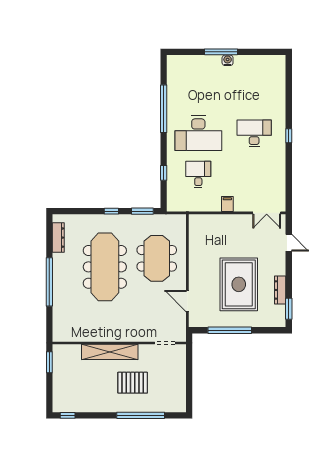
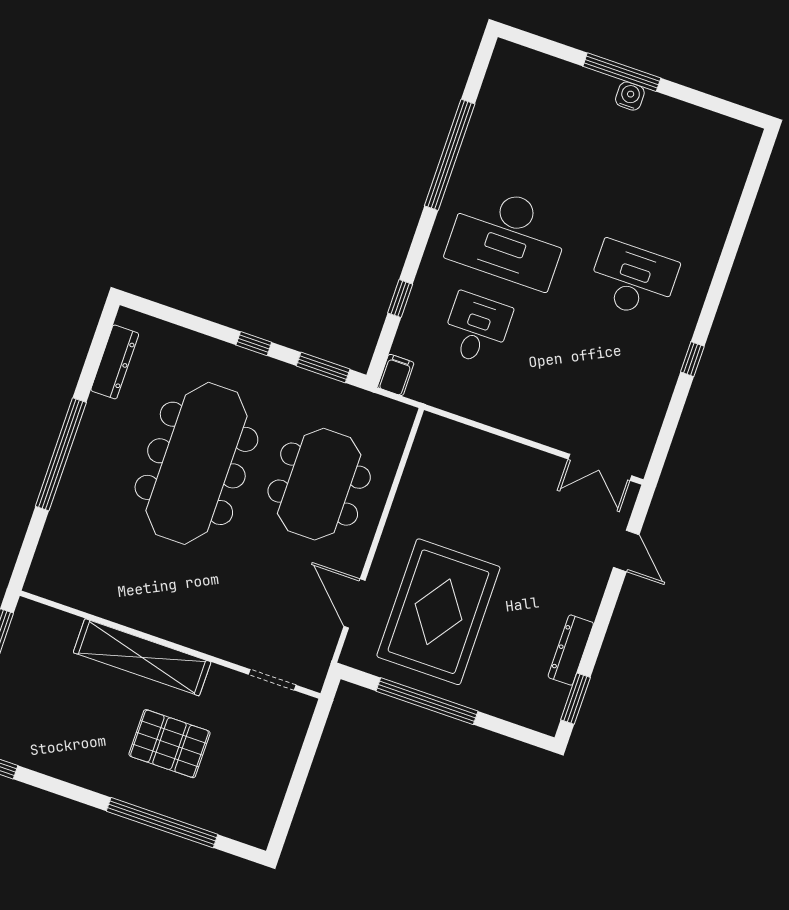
window: (289, 136) -> (692, 359), moved
filing cabinet: (227, 204) -> (396, 375), moved
rug: (239, 284) -> (438, 612), moved

